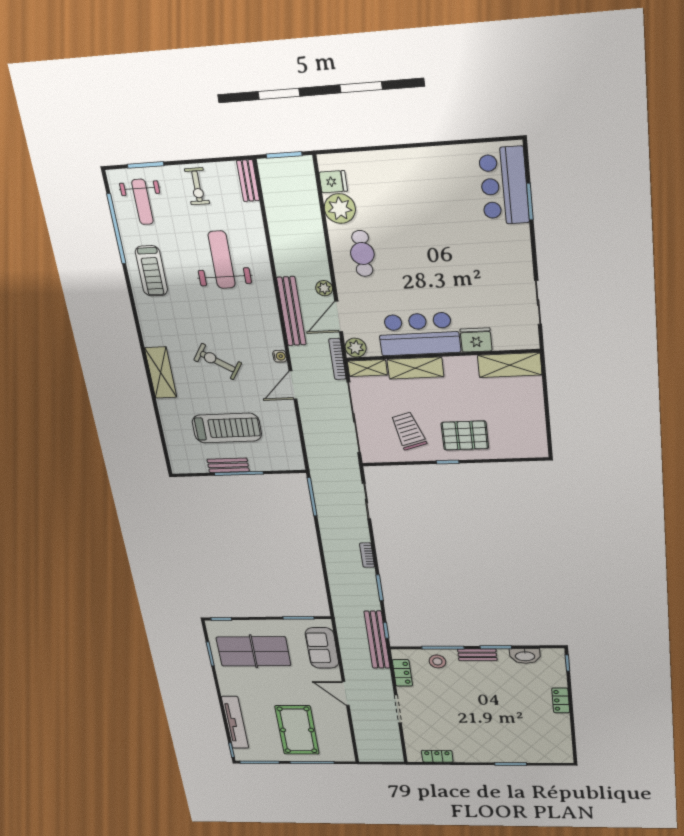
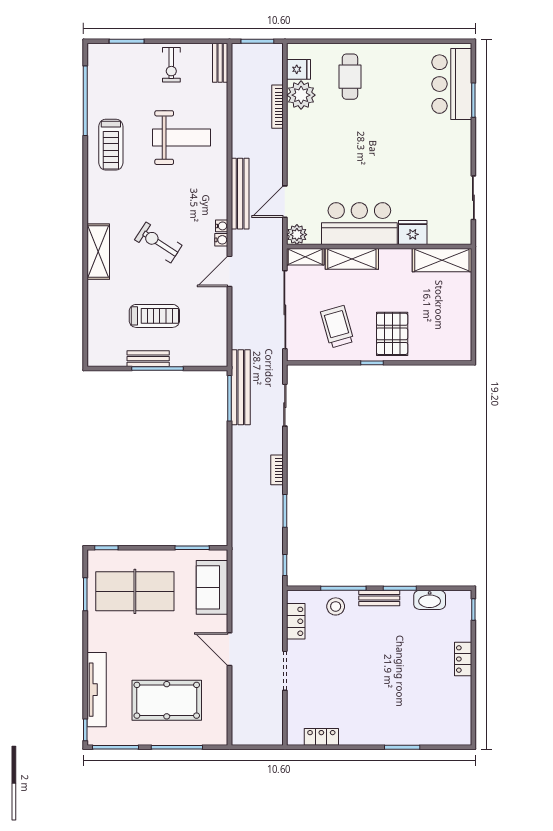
weight bench: (143, 202) -> (116, 76), removed
cafe table: (362, 254) -> (350, 77), moved
weight bench: (222, 260) -> (181, 138), turned 90
plant: (324, 288) -> (275, 172), removed
water cooler: (278, 343) -> (222, 226), added
bookcase: (337, 359) -> (277, 107), moved
treadmill: (227, 428) -> (154, 316), width x0.73, depth x0.73
pallet: (465, 435) -> (392, 334), turned 90
bench: (377, 640) -> (241, 387), moved
pool table: (297, 730) -> (167, 700), turned 90

